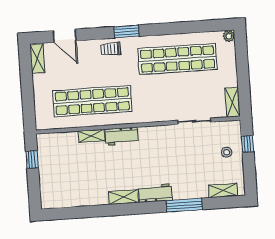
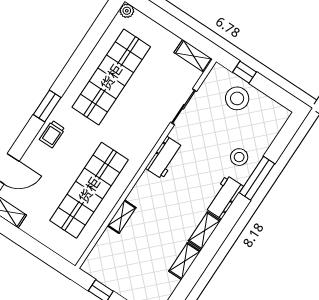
workbench: (122, 136) -> (164, 158), moved
stool: (227, 152) -> (237, 98), width x1.89, depth x1.89
stool: (189, 183) -> (239, 157), added
shelving: (223, 191) -> (185, 261), moved

